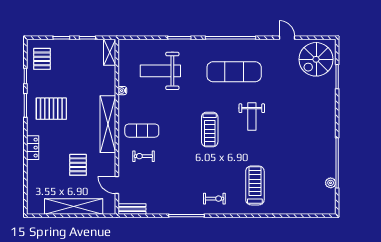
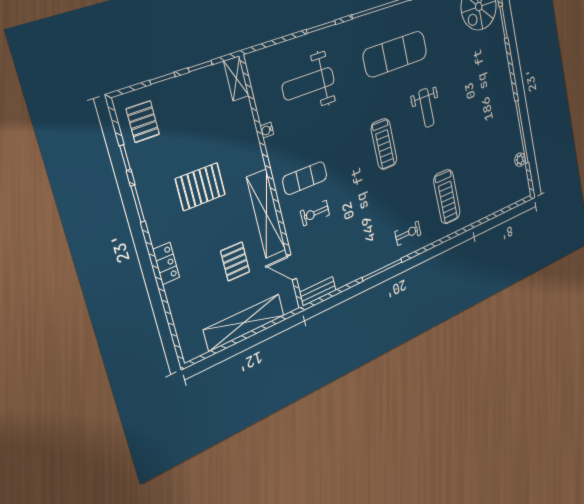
pallet: (51, 109) -> (200, 187), moved
shelving: (108, 124) -> (266, 214), moved
treadmill: (255, 185) -> (447, 197), turned 180

